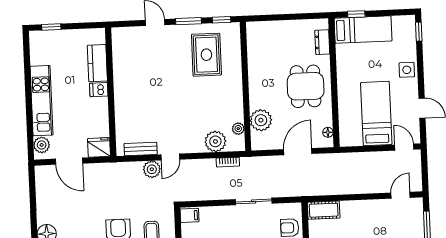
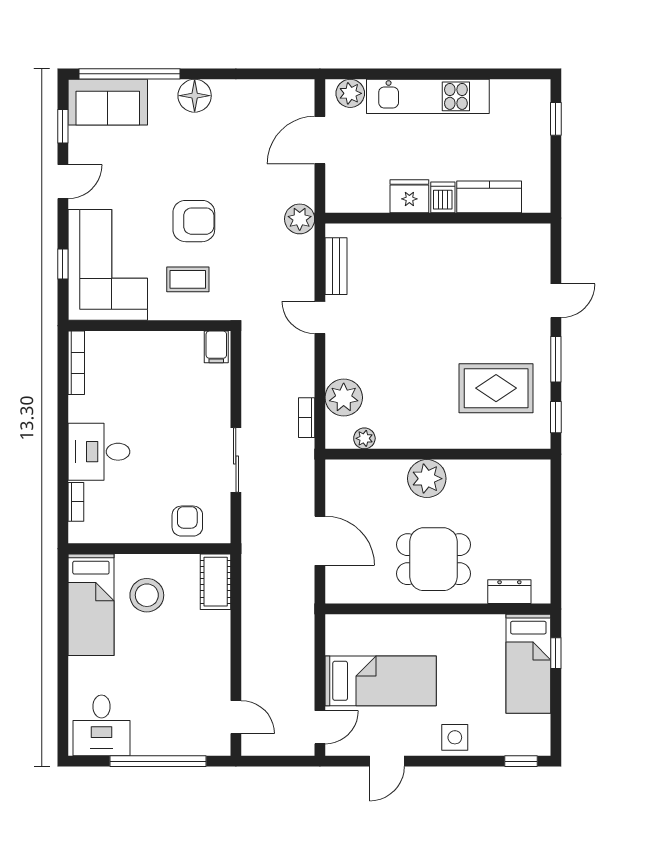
plant: (261, 120) -> (427, 479), moved
floor lamp: (328, 132) -> (351, 595), removed
fridge: (99, 147) -> (409, 196), moved, turned -90
plant: (152, 169) -> (300, 219), moved

